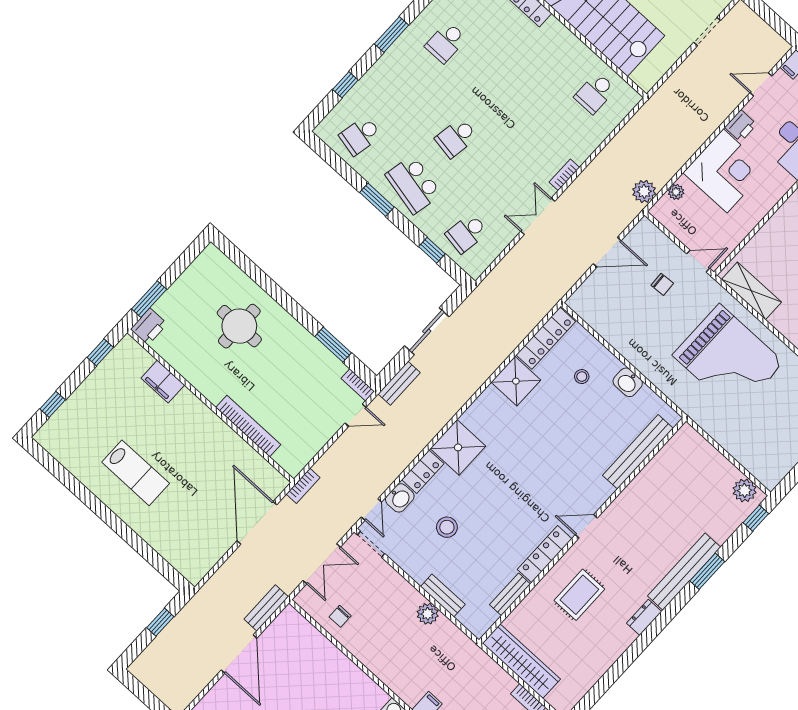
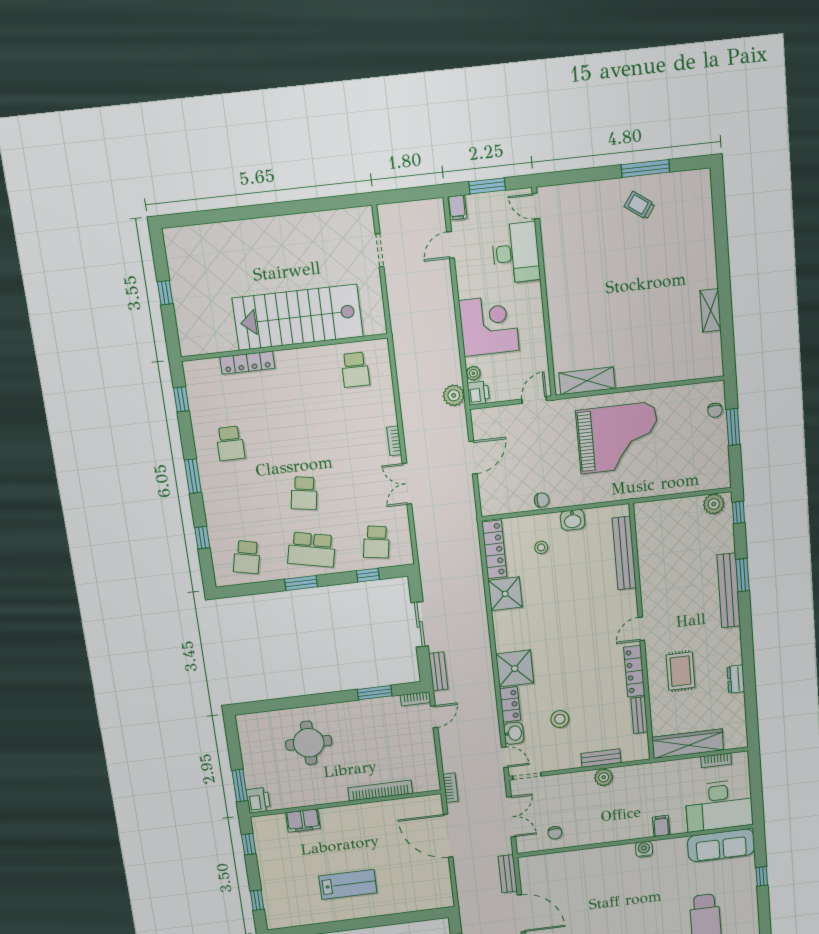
printer: (741, 126) -> (478, 393), moved
chair: (662, 284) -> (542, 500), moved
dresser: (644, 617) -> (736, 679), moved

